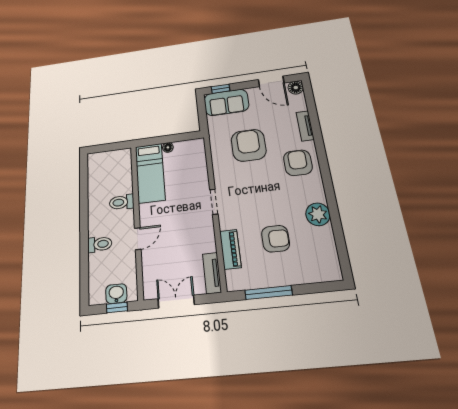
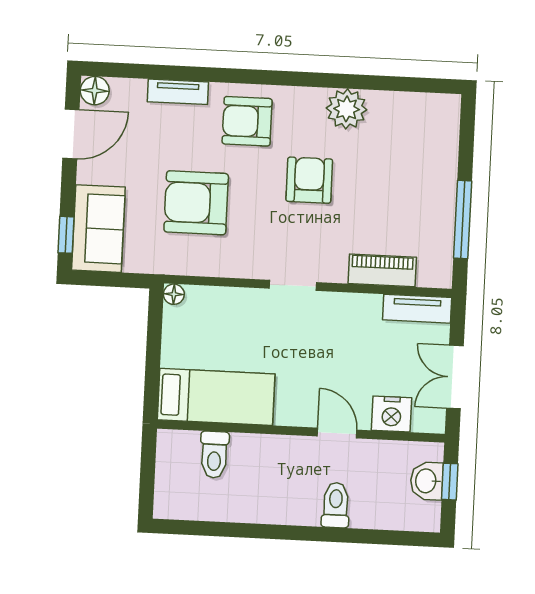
floor lamp: (168, 147) -> (174, 294), moved
toilet: (122, 202) -> (214, 455), moved
armchair: (276, 239) -> (309, 180), moved
nightstand: (151, 267) -> (392, 414), added

